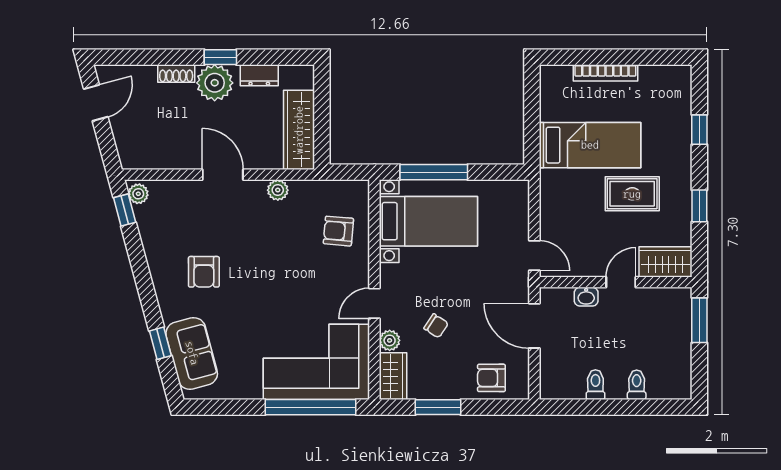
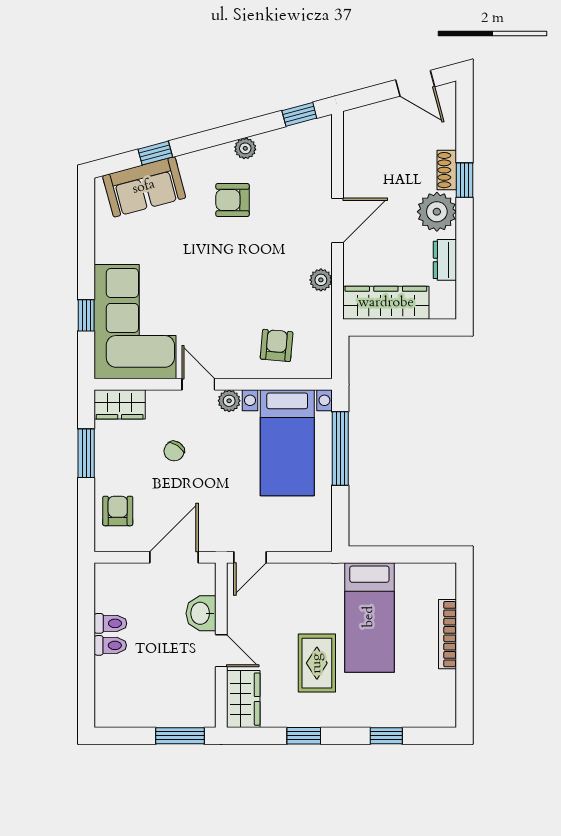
window: (220, 57) -> (465, 180), moved
plant: (138, 194) -> (245, 148), moved
washbasin: (586, 297) -> (201, 613), width x1.38, depth x1.45
plant: (390, 340) -> (229, 401), moved
toilet: (637, 385) -> (110, 645), moved
window: (310, 407) -> (86, 315), width x0.32

